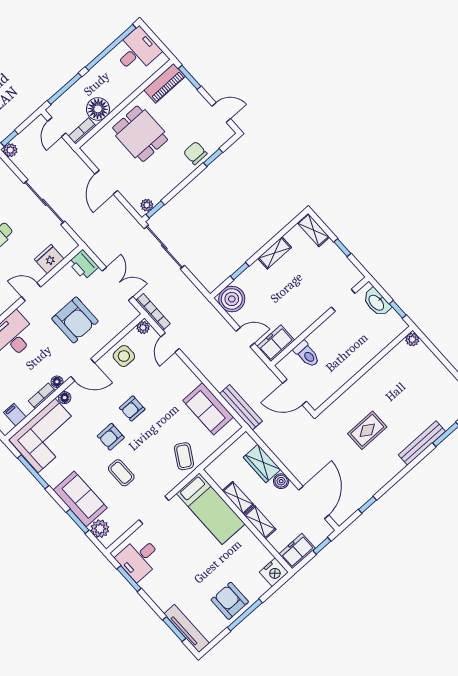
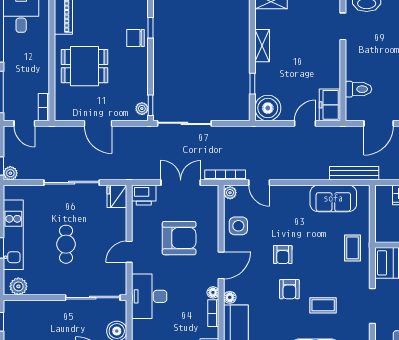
floor lamp: (98, 109) -> (38, 81), removed
fridge: (49, 259) -> (117, 196), moved
coffee table: (184, 456) -> (353, 248), turned 59

